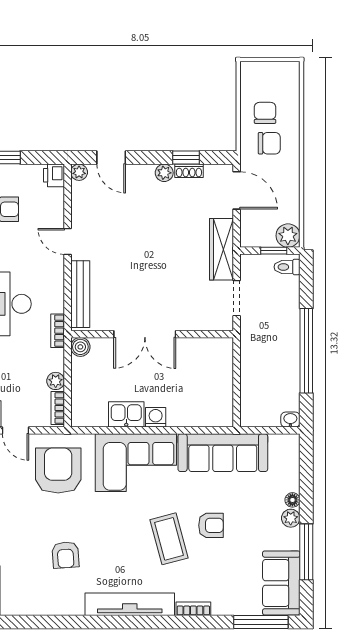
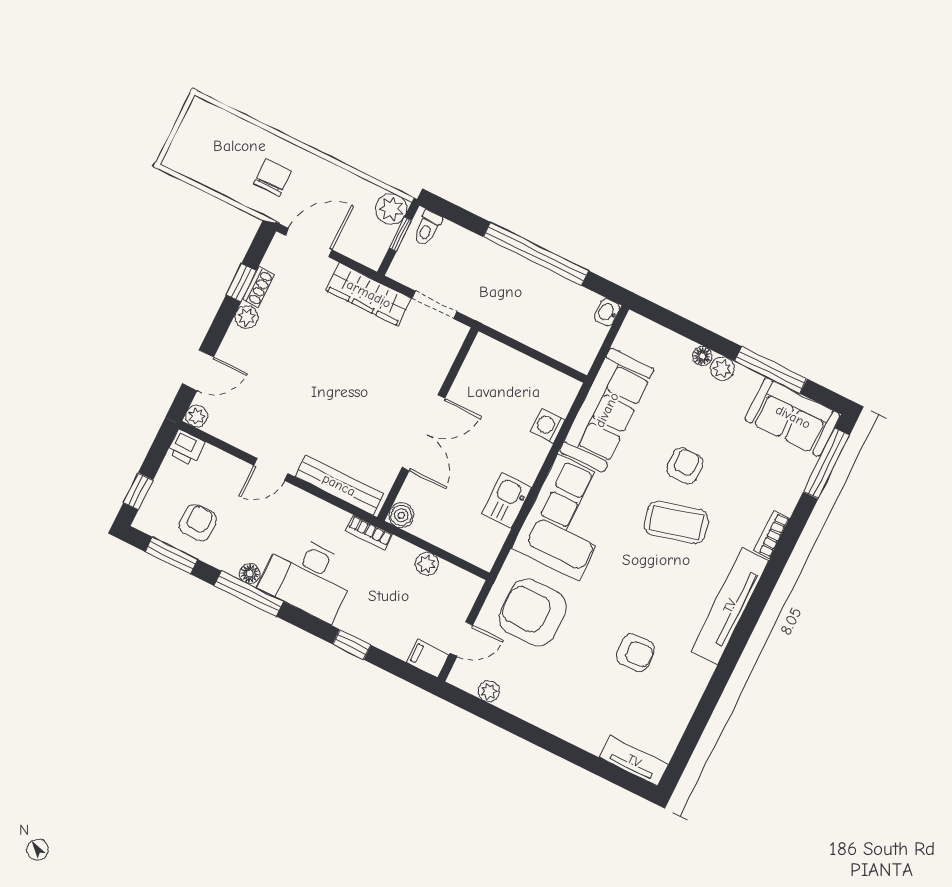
chair: (265, 113) -> (235, 165), removed
bookcase: (58, 408) -> (459, 577), removed
washing machine: (156, 417) -> (548, 426), moved

